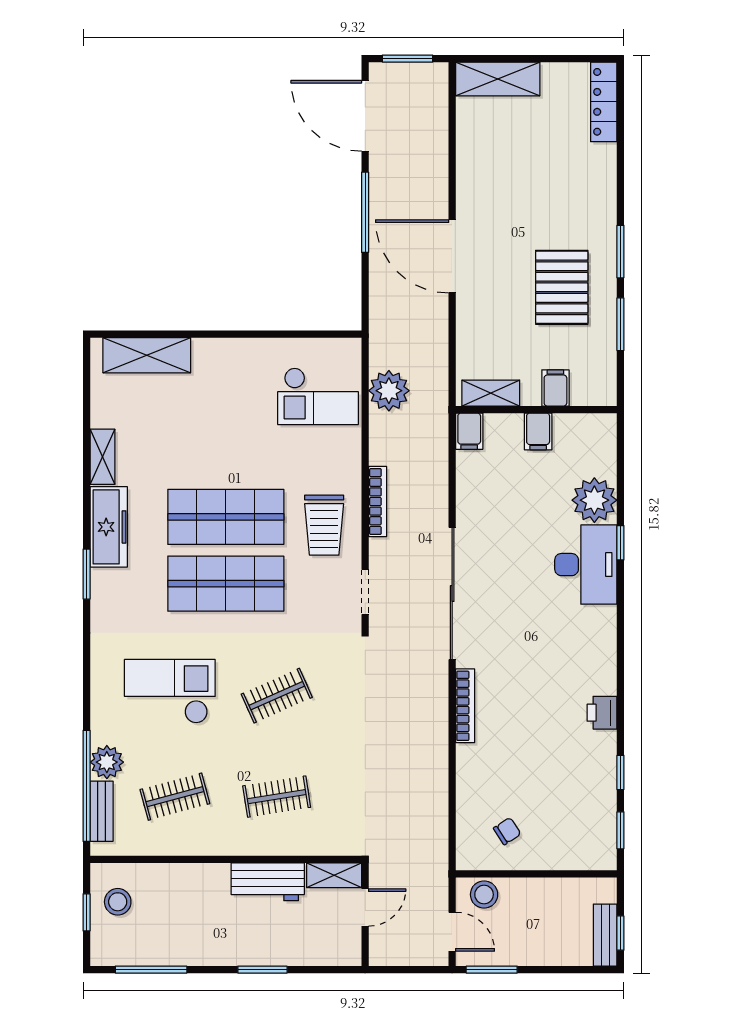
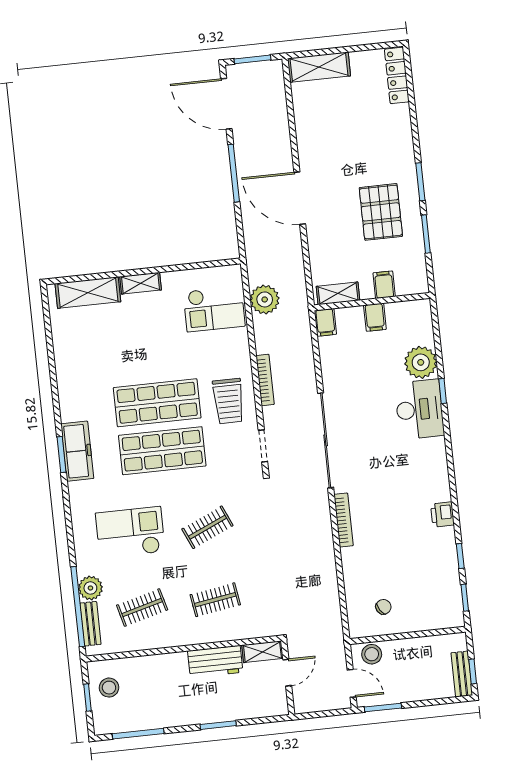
shelving: (102, 457) -> (141, 283), moved, turned 90
freezer: (109, 527) -> (77, 451), moved

